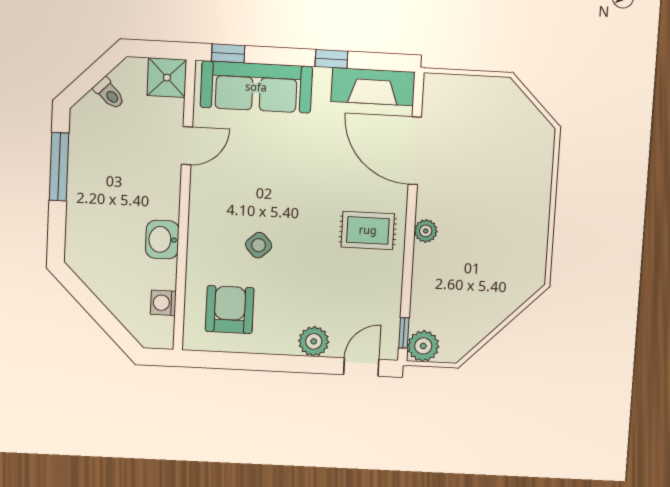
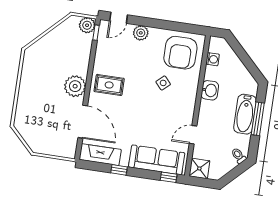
toilet: (109, 94) -> (239, 156), moved
window: (59, 167) -> (258, 119), moved
bathtub: (85, 198) -> (245, 114), added
plant: (426, 231) -> (75, 86), width x1.87, depth x1.87
armchair: (230, 310) -> (180, 53), width x1.36, depth x1.36

